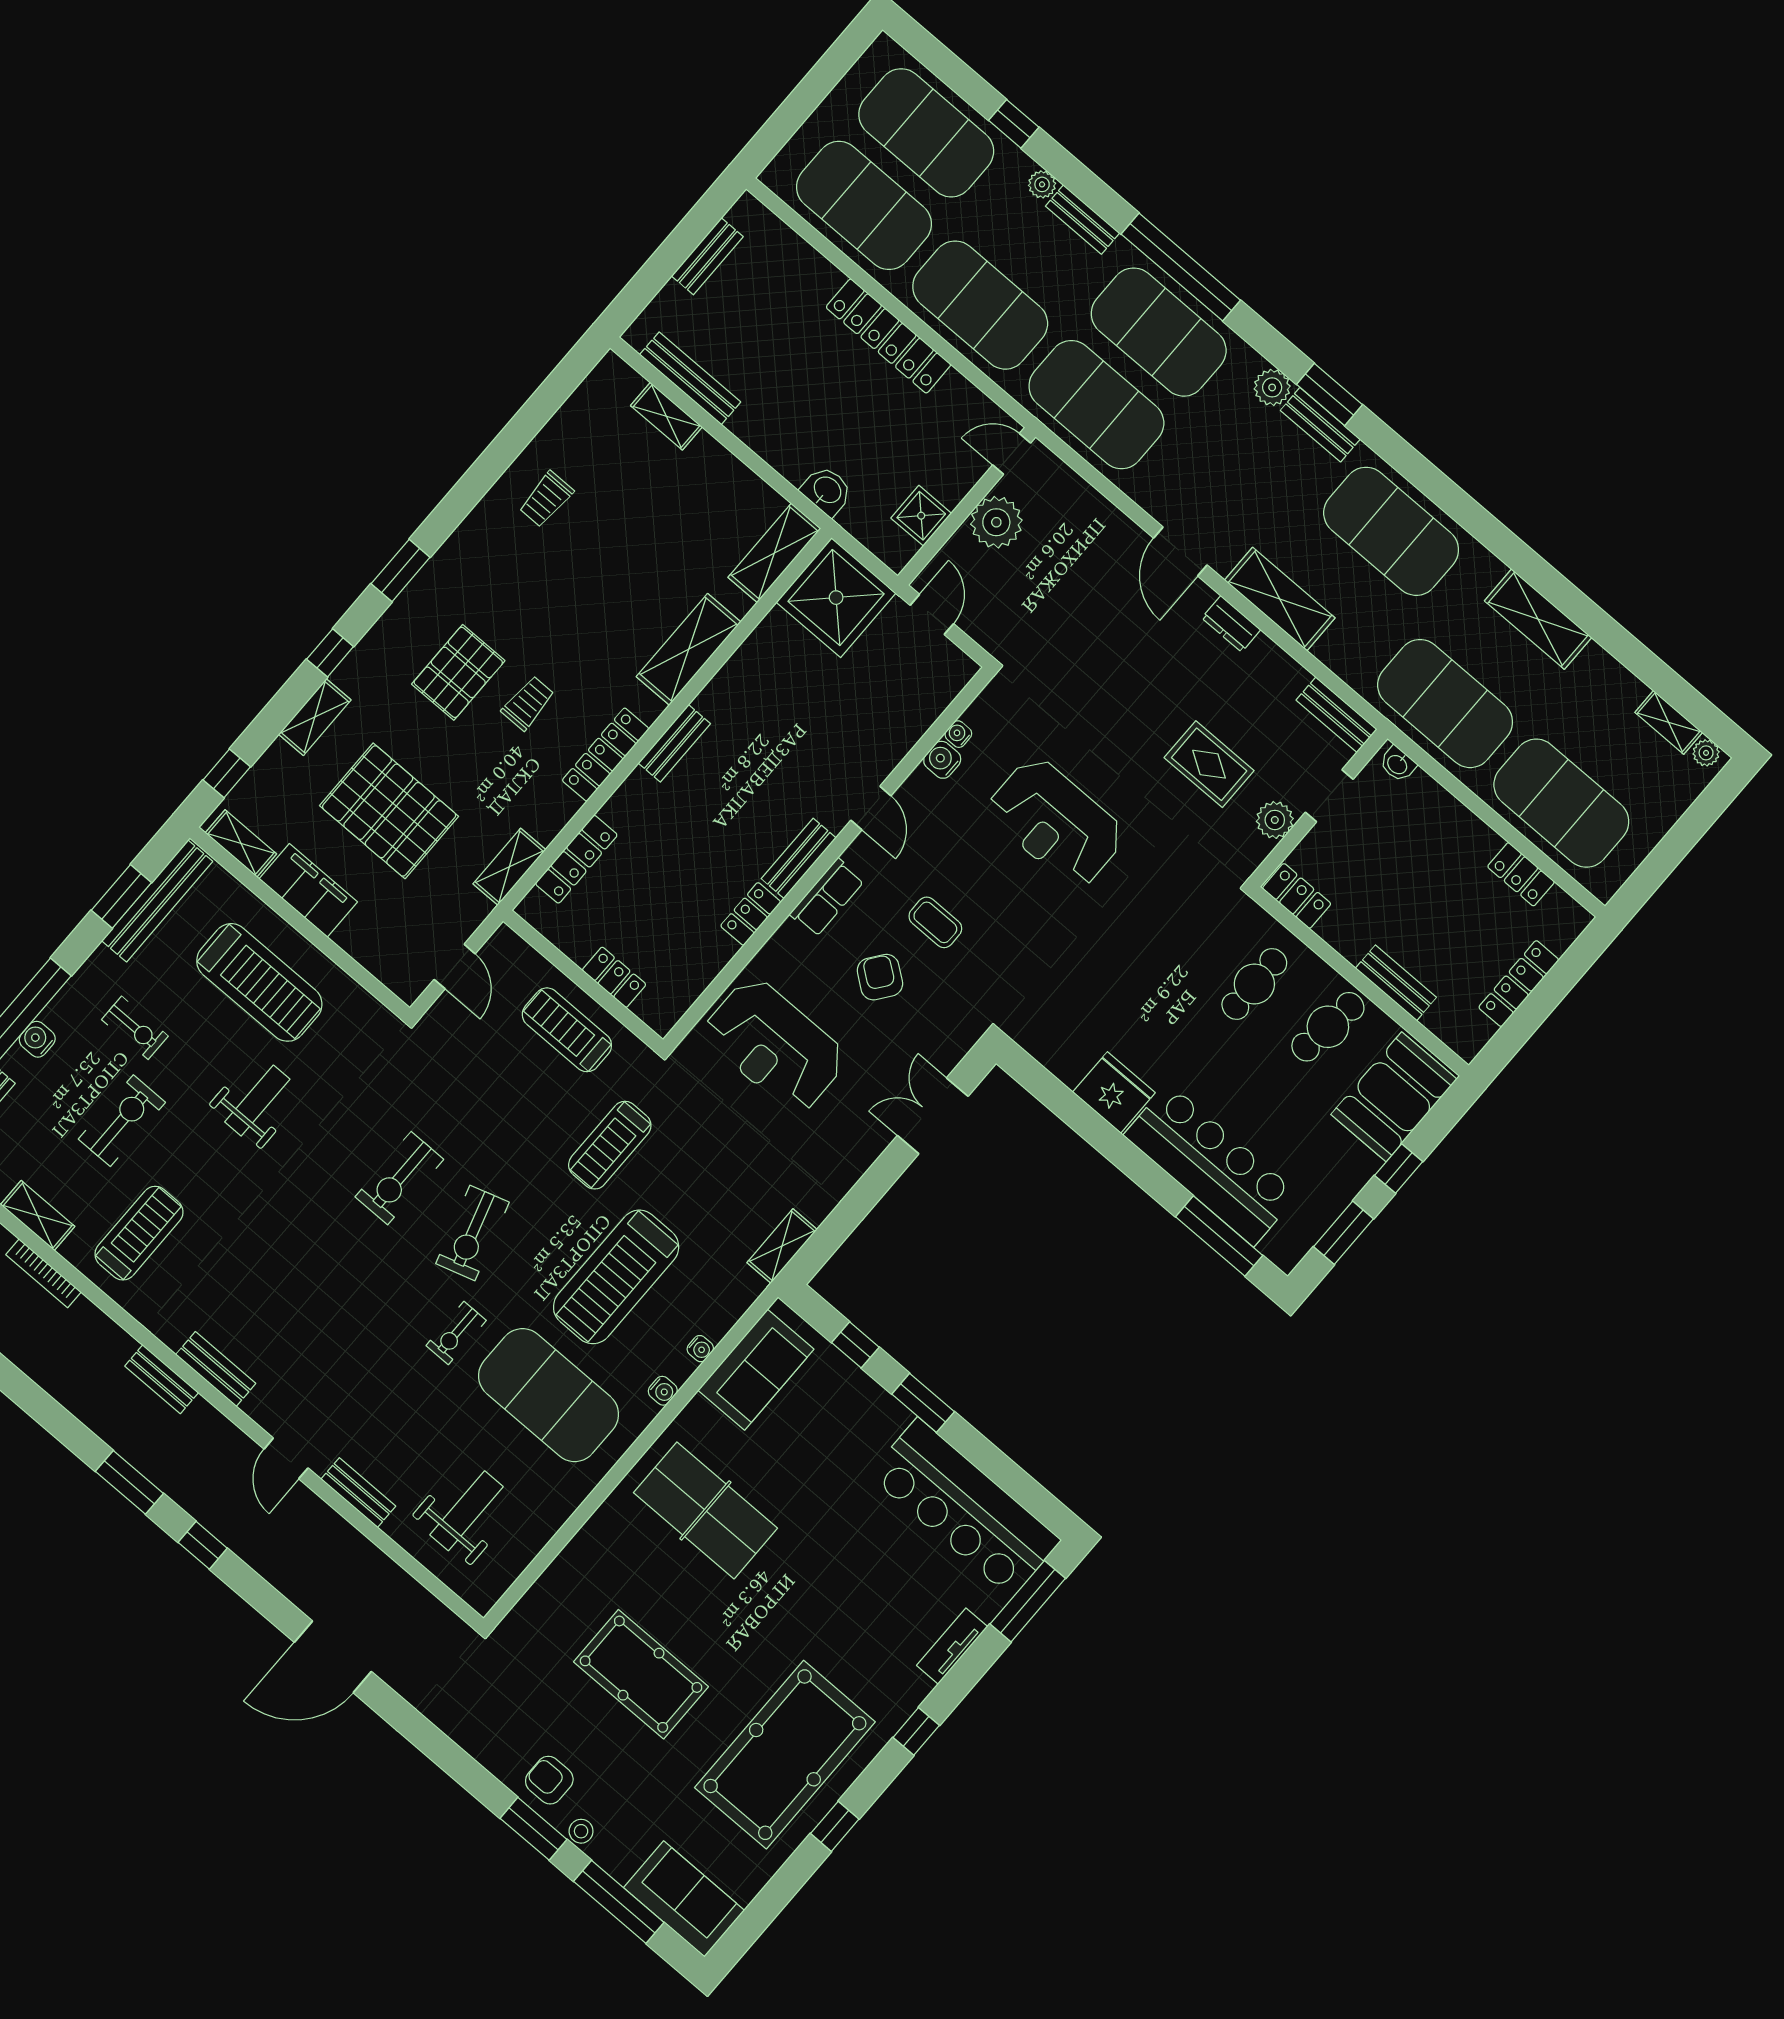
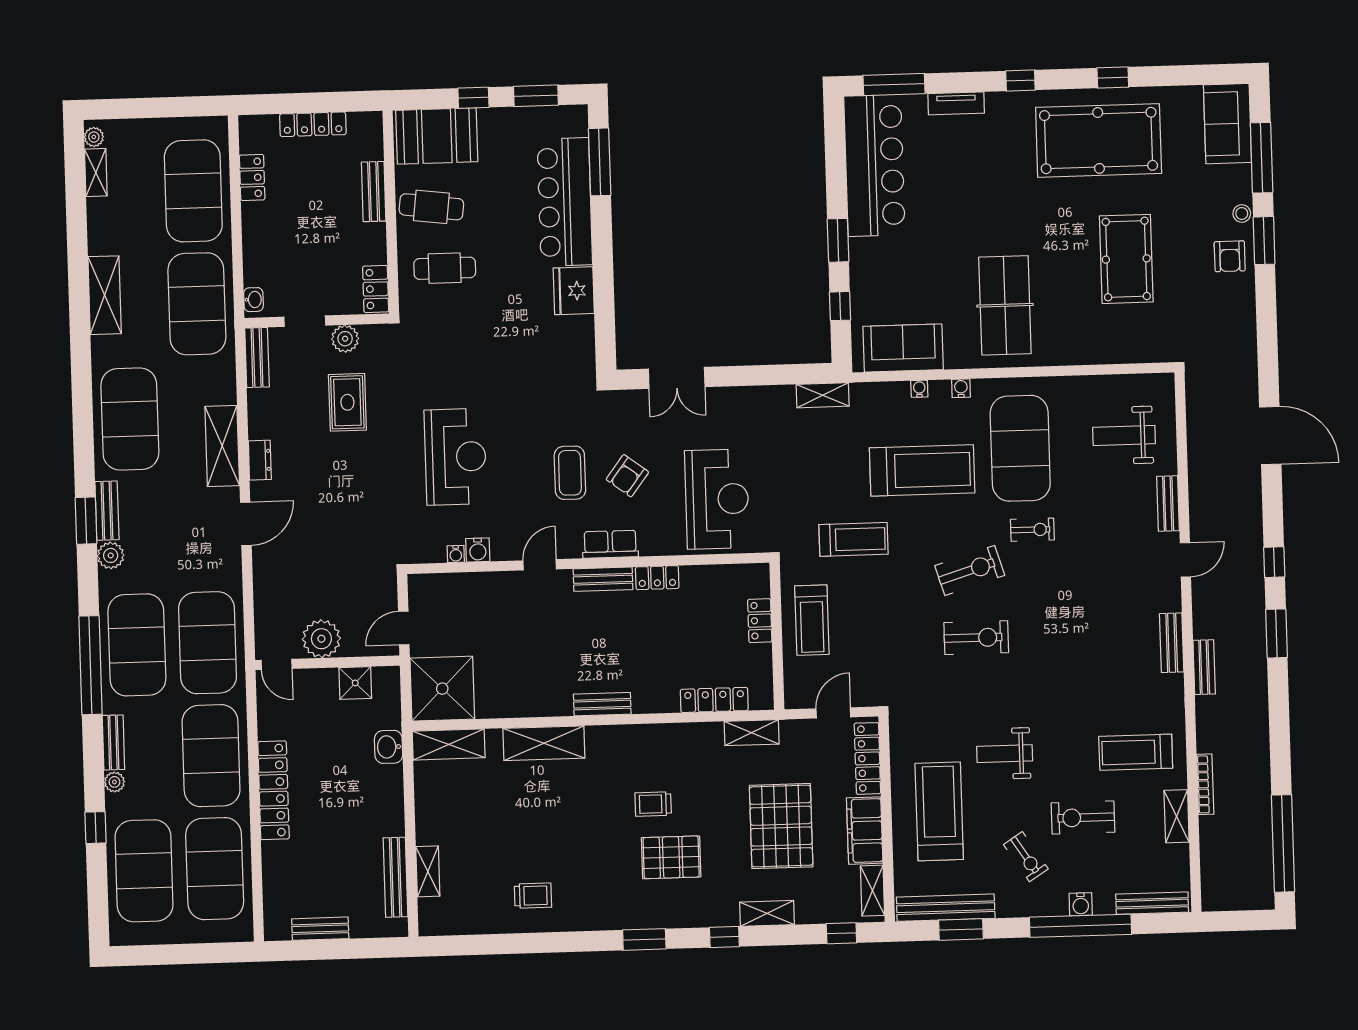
locker: (606, 755) -> (867, 758), moved, turned 90
coffee table: (935, 922) -> (570, 473), width x1.36, depth x1.30
exercise bike: (135, 1028) -> (1026, 857), turned 147

